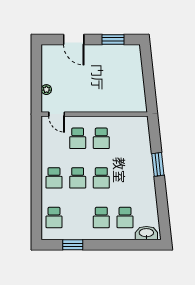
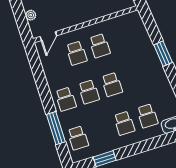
door: (57, 114) -> (48, 36), hinge flipped
window: (36, 202) -> (56, 128), added

